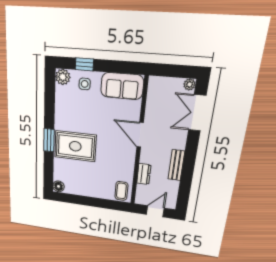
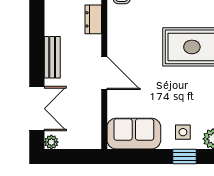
bench: (176, 165) -> (52, 57), moved

